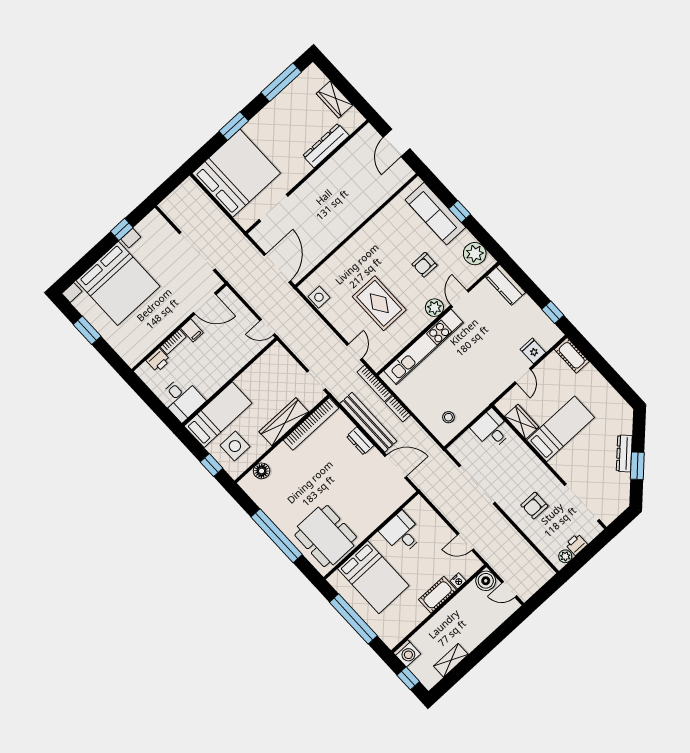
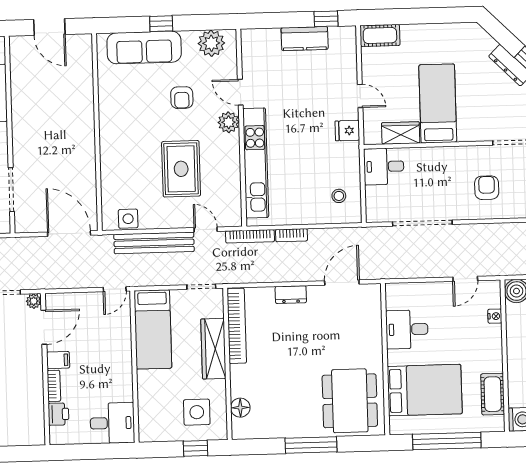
plant: (216, 283) -> (34, 301), added
kitchen counter: (506, 285) -> (305, 39), moved
rug: (379, 303) -> (181, 169), turned 90
fridge: (533, 351) -> (347, 131), moved
bed: (218, 415) -> (153, 329), moved, turned 180
bench: (368, 422) -> (154, 243), moved
armchair: (534, 506) -> (487, 188), turned 180
window: (277, 536) -> (311, 445), width x0.68
dining table: (326, 536) -> (350, 401), turned 90
cot: (438, 595) -> (493, 394), moved

